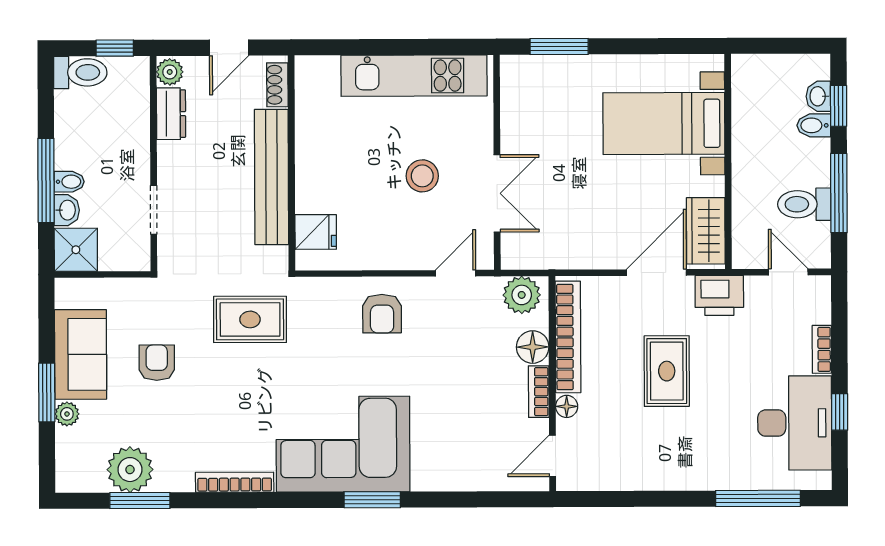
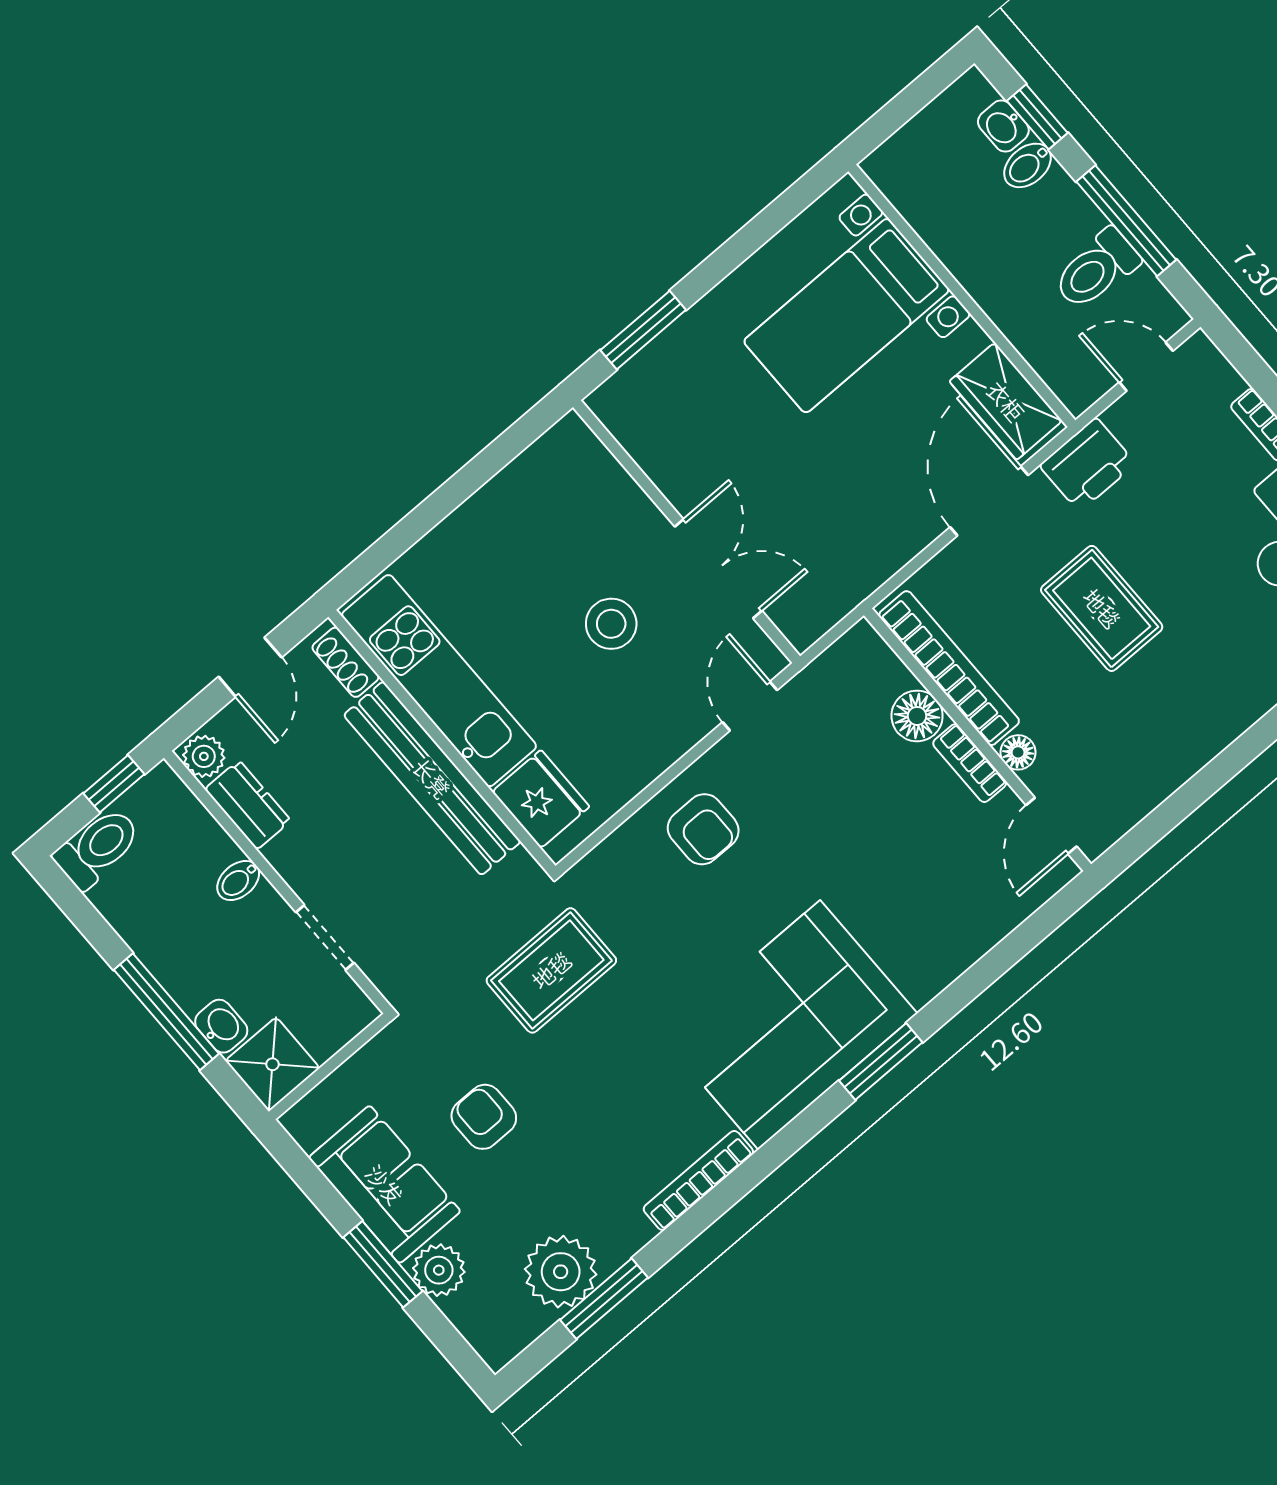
kitchen unit: (414, 76) -> (439, 681), moved, turned -90
bidet: (69, 182) -> (238, 880), moved, turned 180
fridge: (316, 232) -> (541, 799), width x1.38
plant: (522, 295) -> (851, 665), removed
plant: (67, 414) -> (439, 1270), width x1.38, depth x1.38

